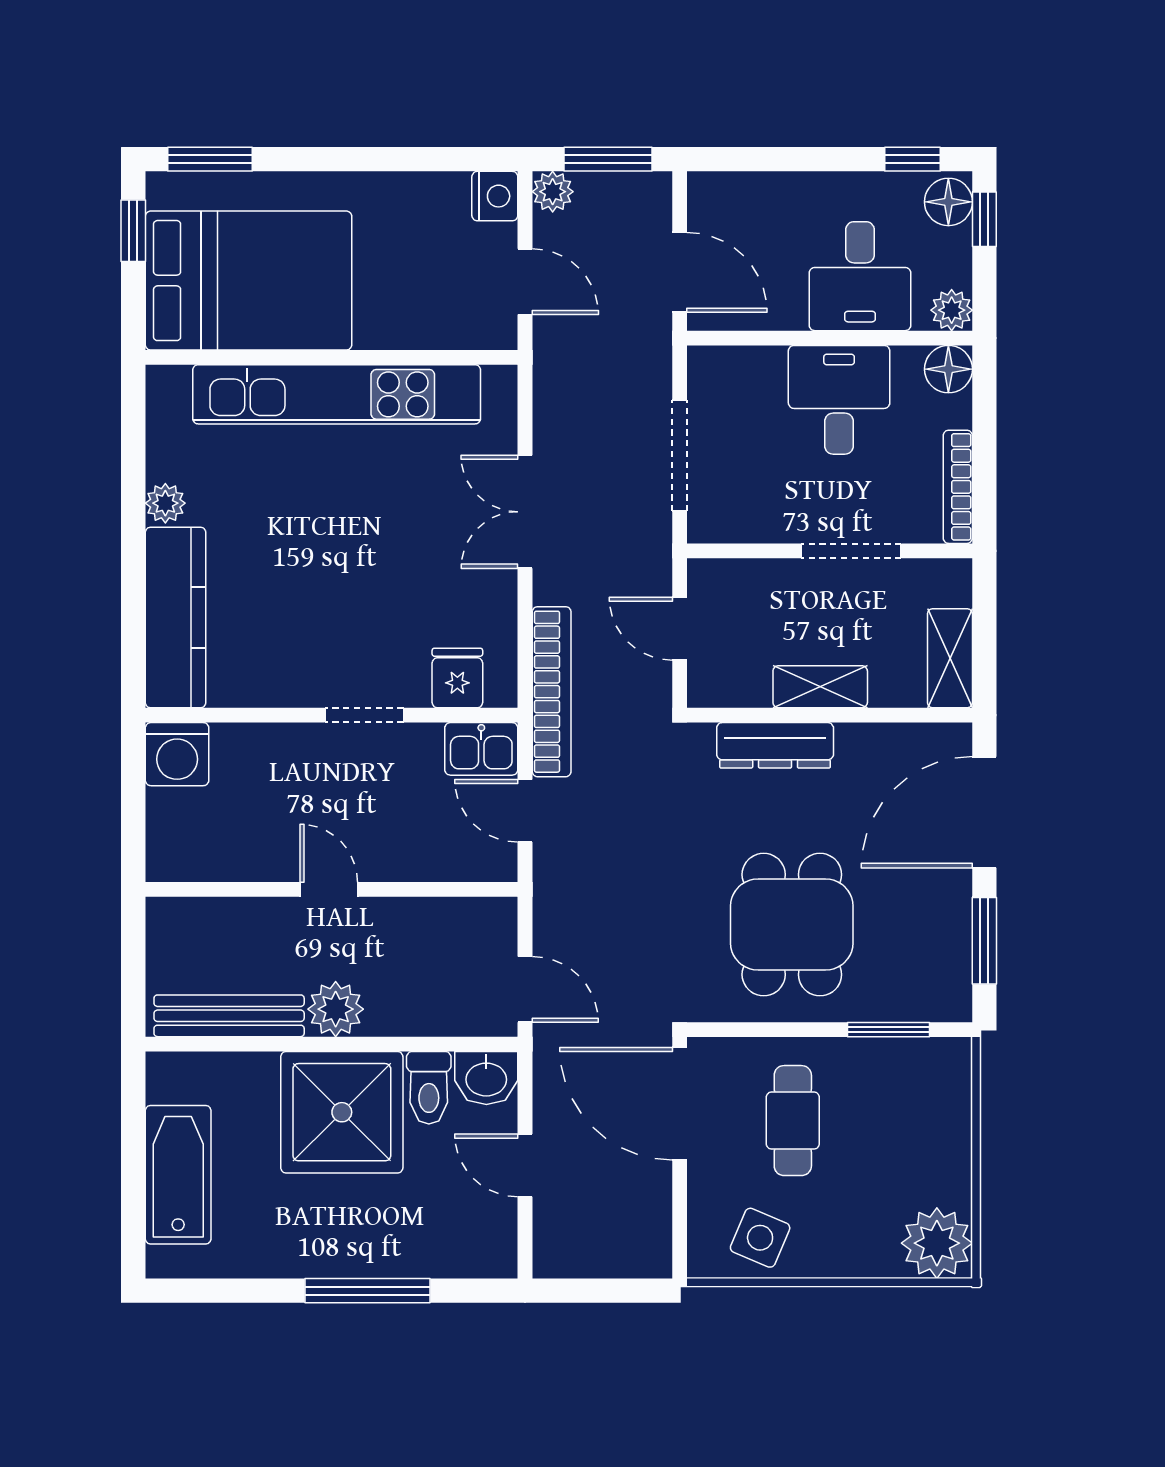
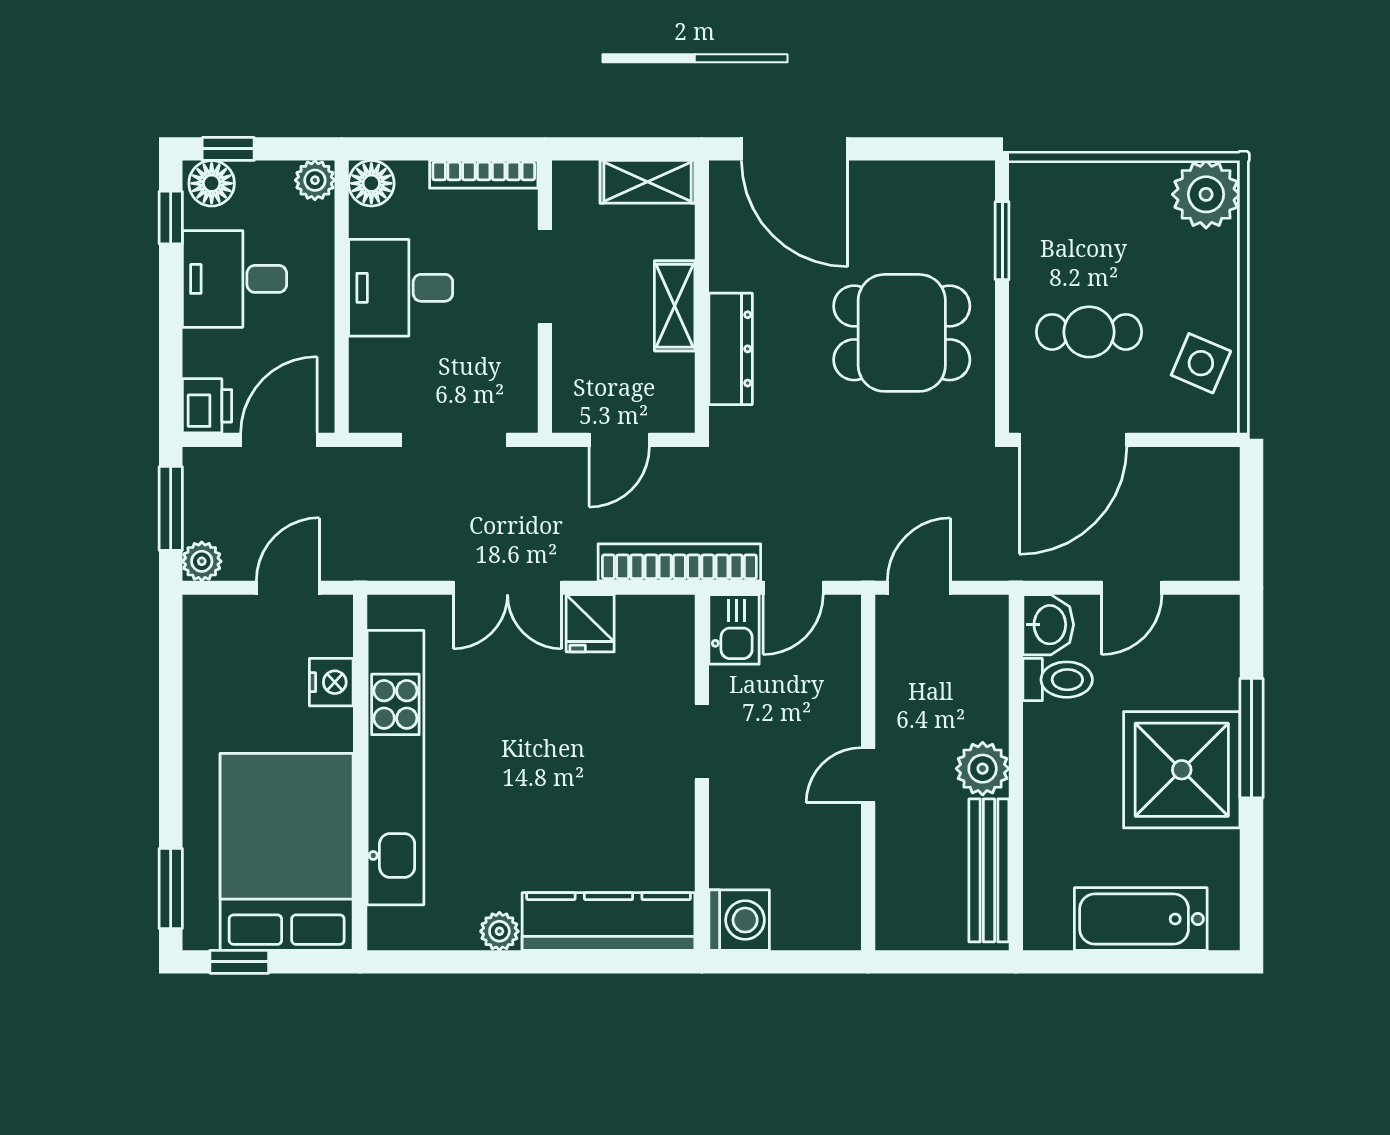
nightstand: (495, 196) -> (331, 682), moved, turned 90
printer: (715, 197) -> (207, 406), added
desk: (860, 276) -> (234, 279), moved, turned 180
fridge: (457, 678) -> (590, 623), moved, turned -90
window: (984, 941) -> (917, 149), removed
door: (525, 989) -> (919, 588), moved
shower: (342, 1112) -> (1182, 770), moved

